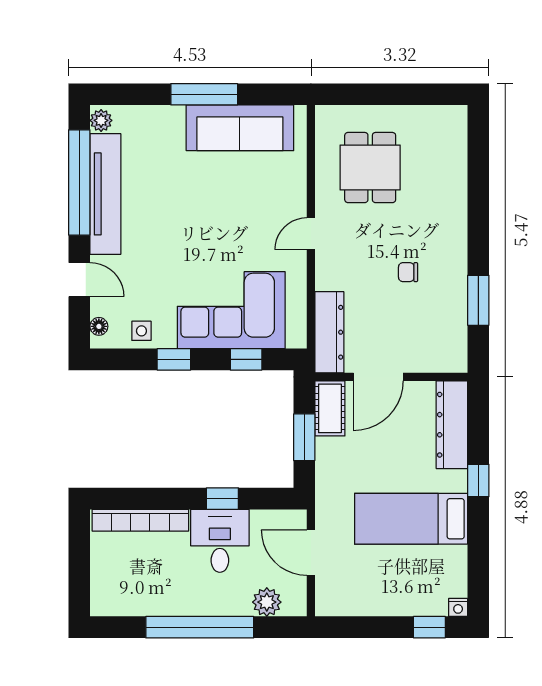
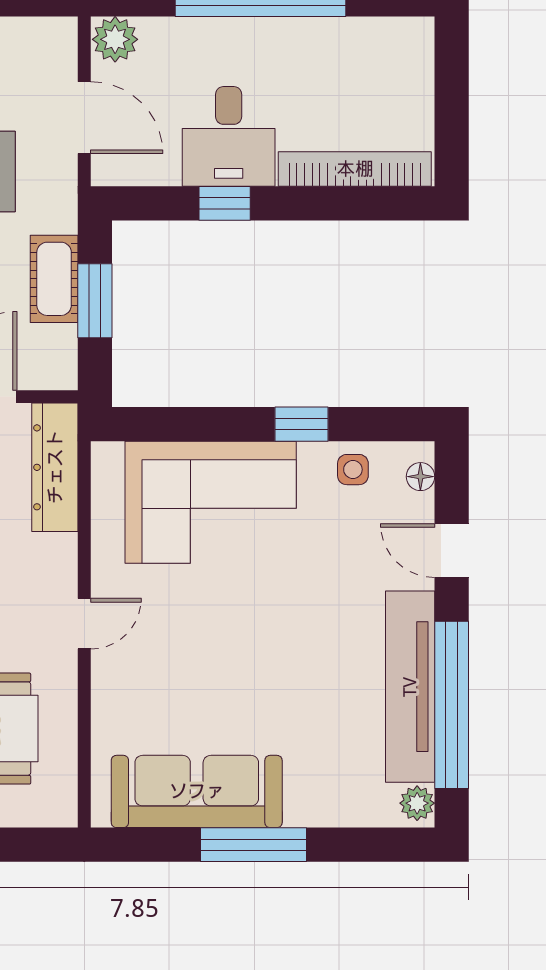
window: (246, 359) -> (187, 424), removed
cot: (330, 408) -> (54, 279), moved
plant: (267, 602) -> (115, 39), moved

